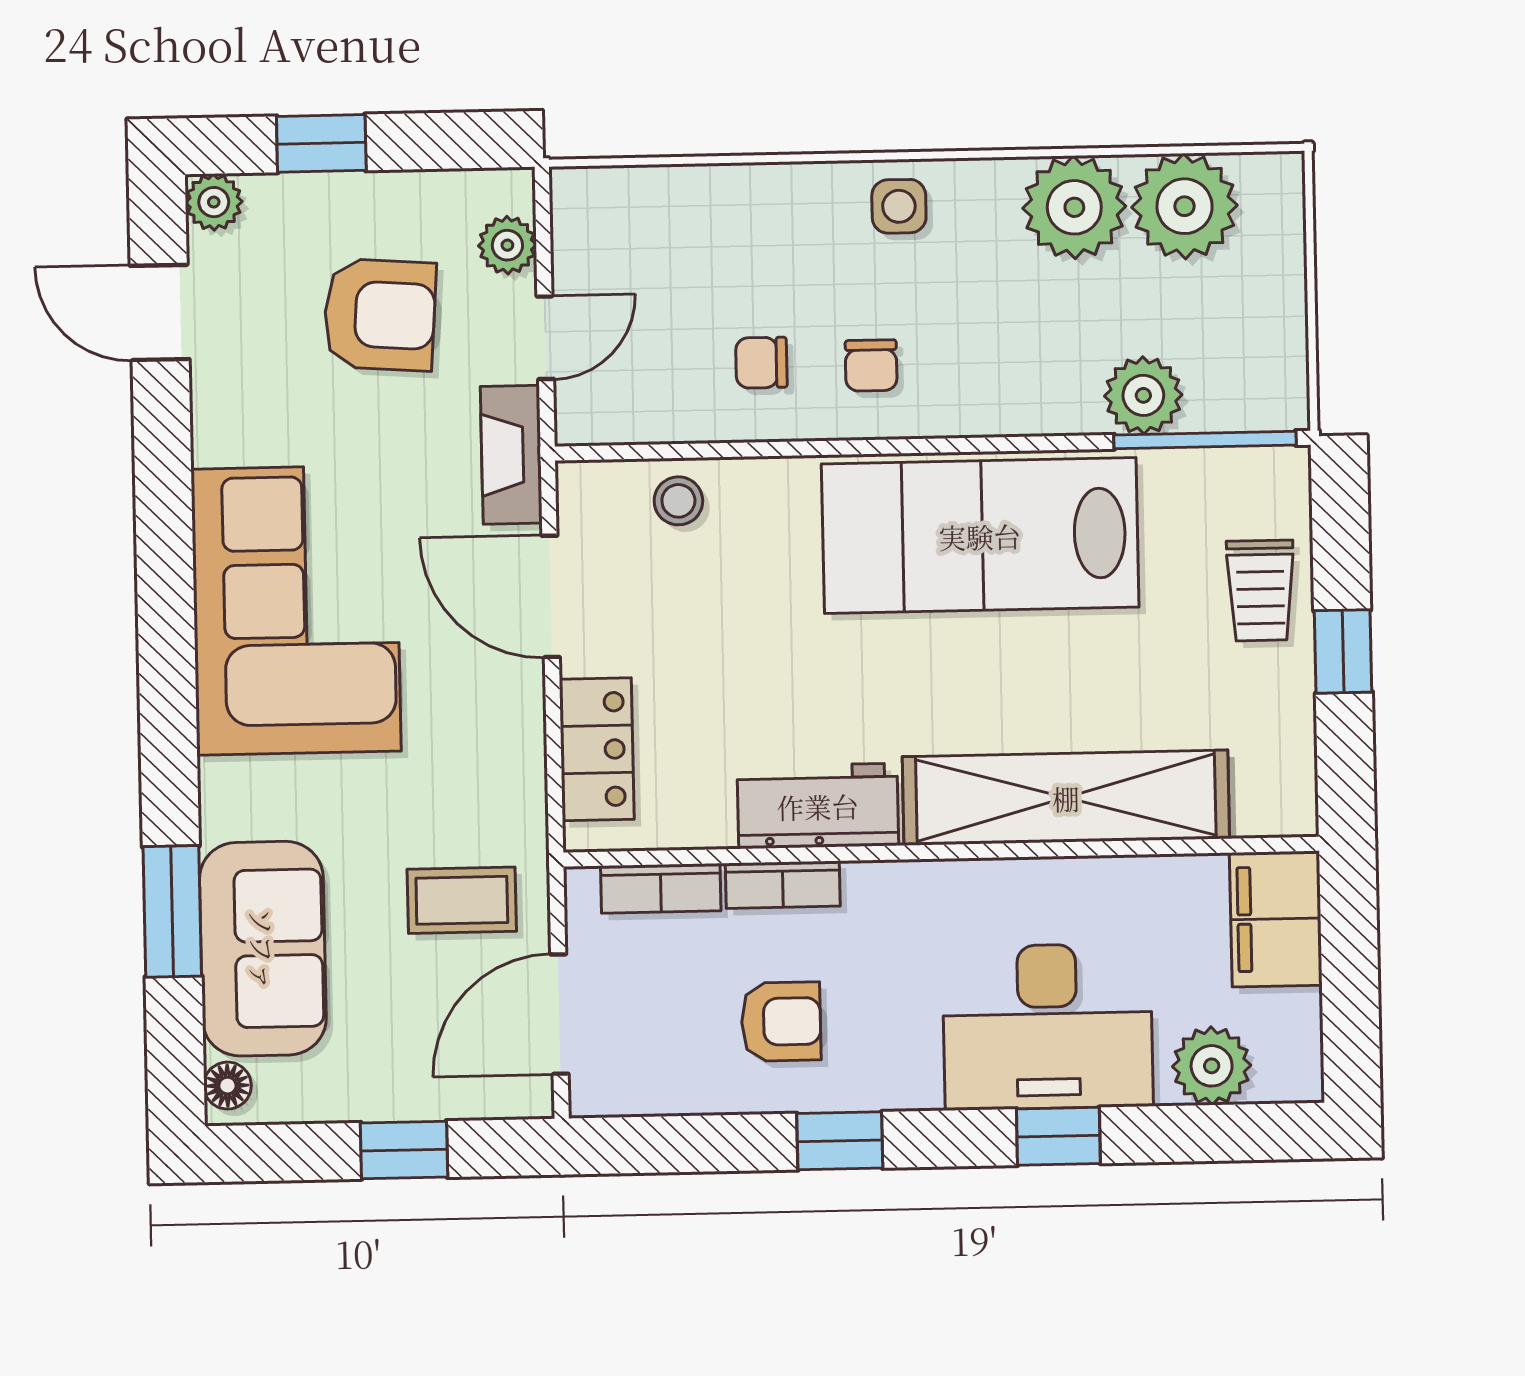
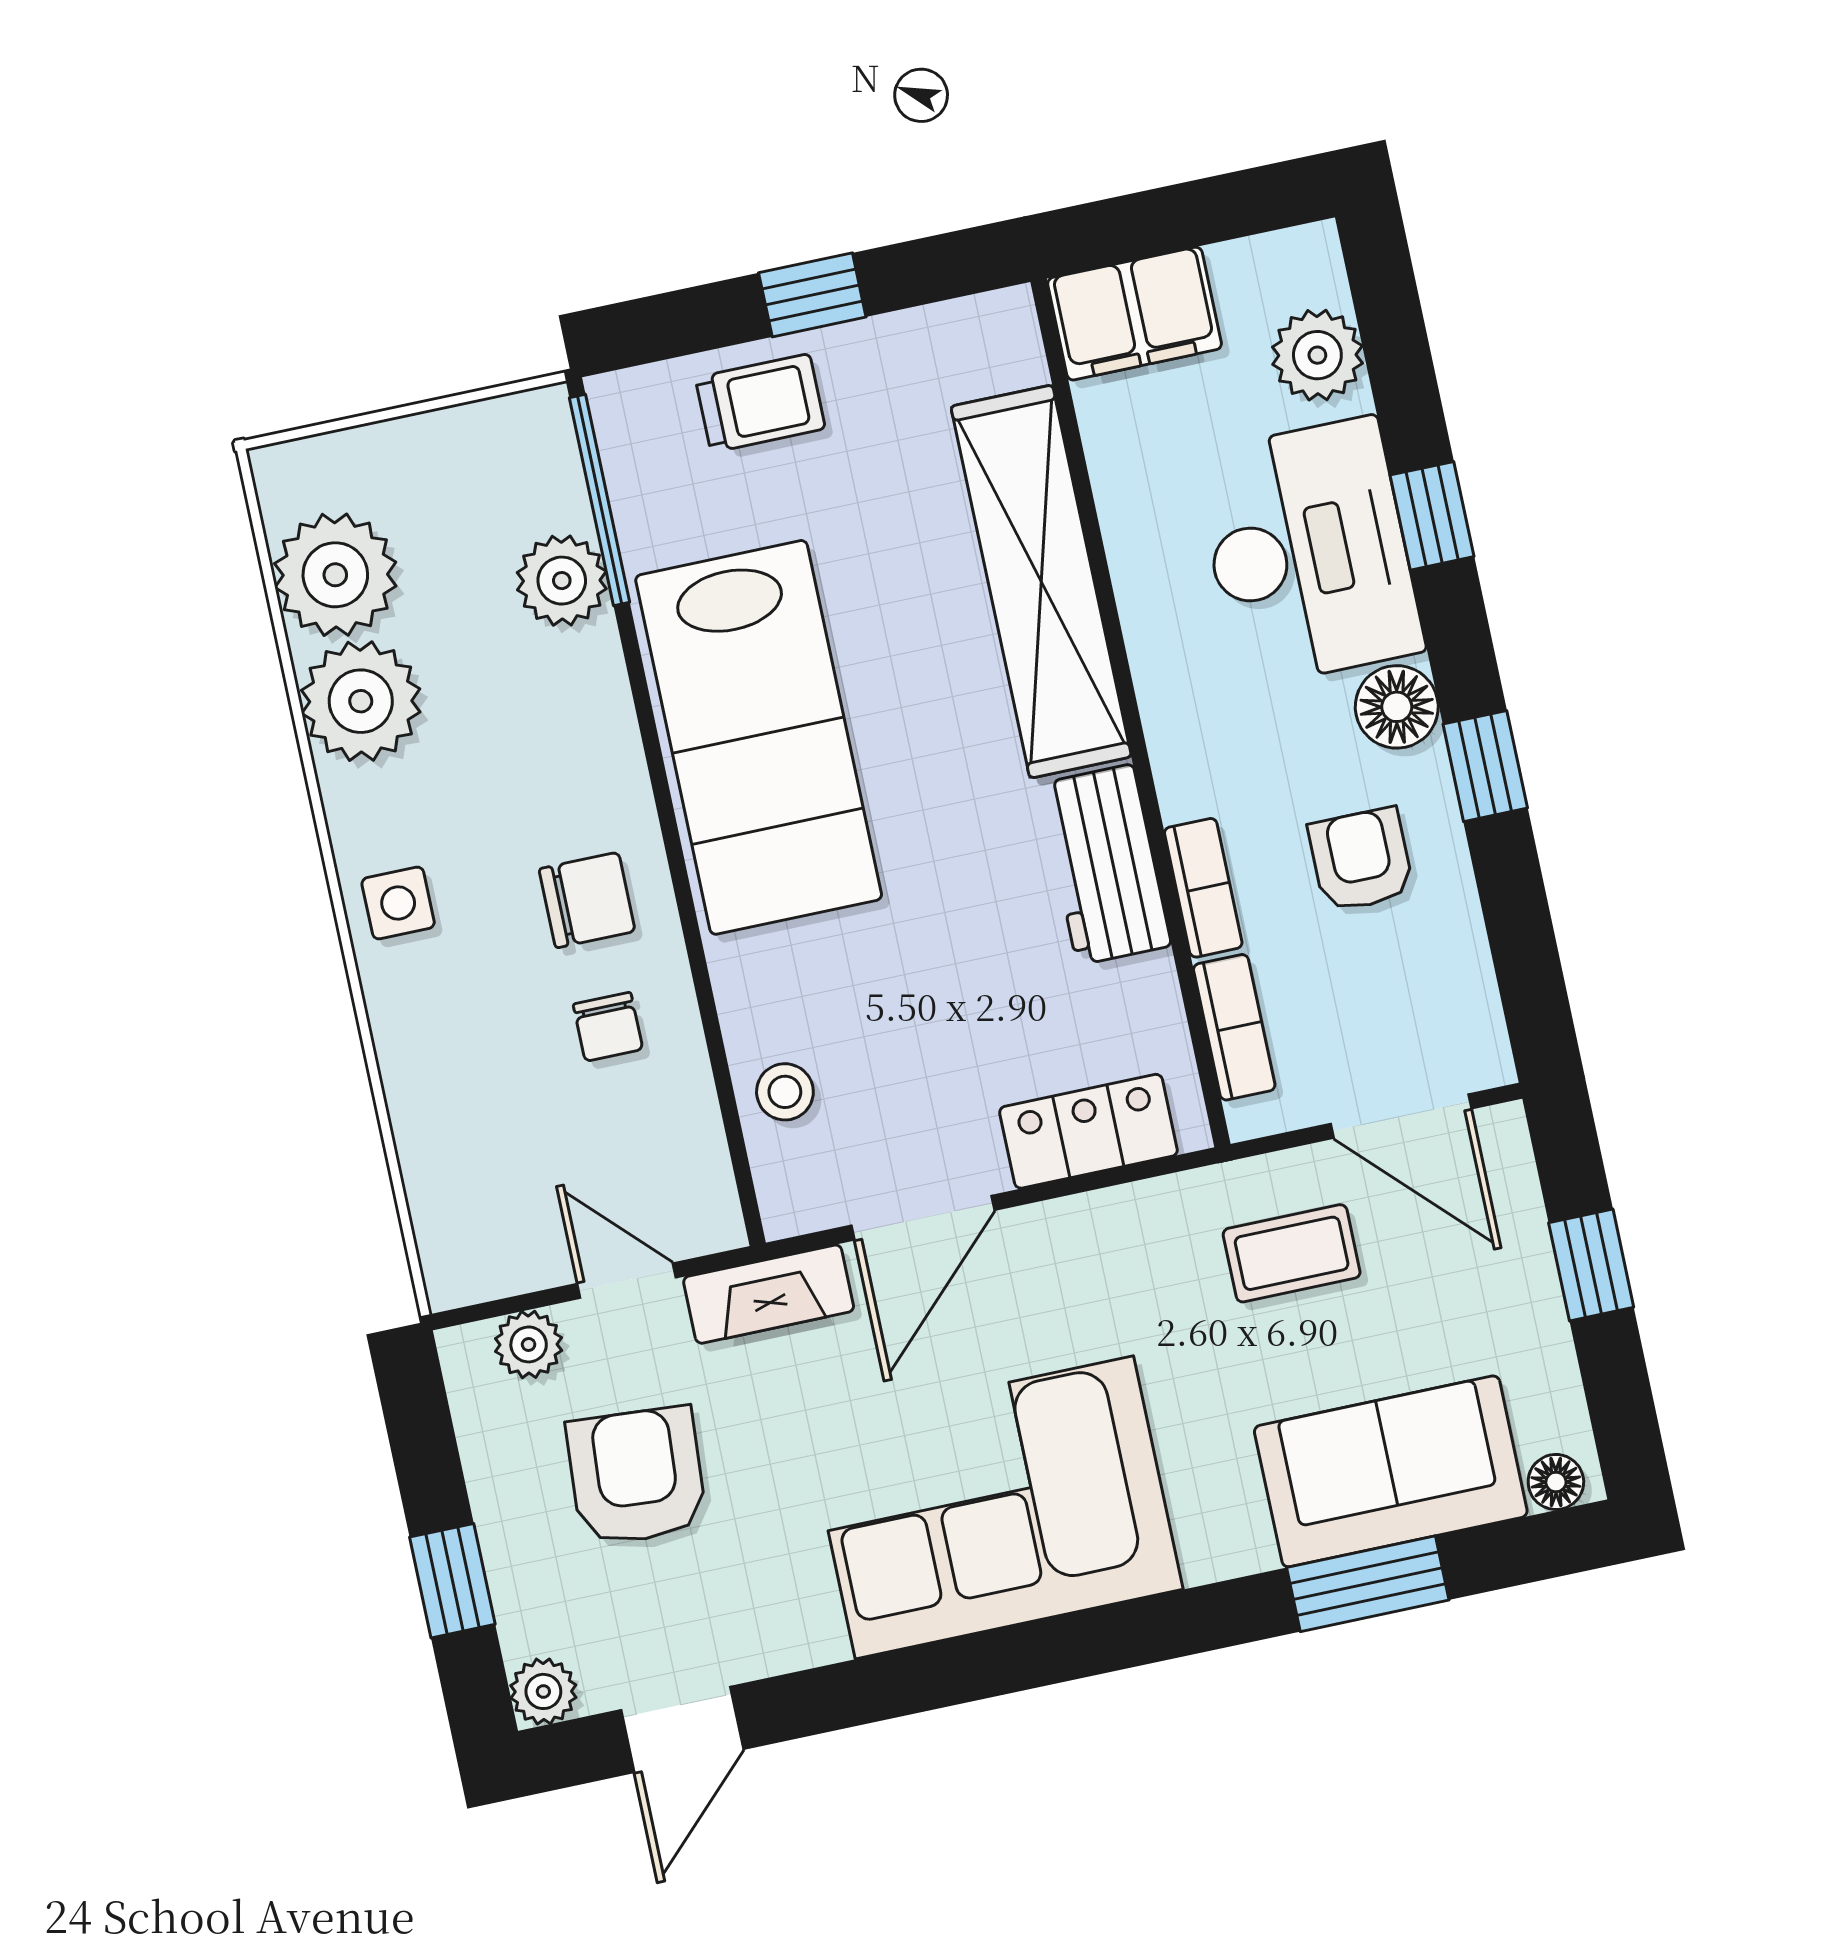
chair: (871, 365) -> (587, 900), width x1.37, depth x1.37
coffee table: (462, 900) -> (1292, 1253), turned 90
floor lamp: (904, 1076) -> (1397, 707), added

